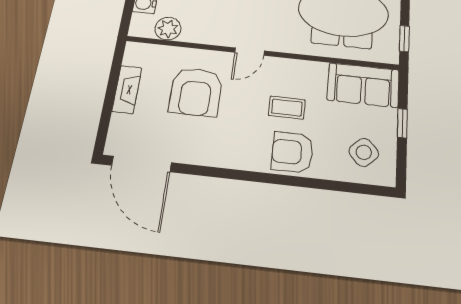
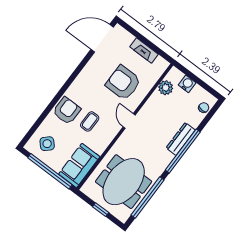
window: (404, 39) -> (101, 210), moved
window: (402, 123) -> (50, 171), width x3.17

